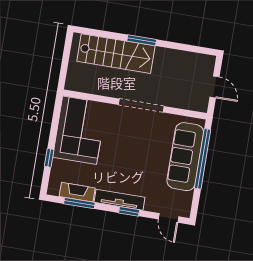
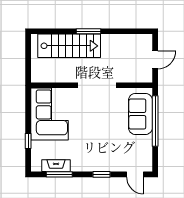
door: (215, 87) -> (155, 60), hinge flipped
sofa: (185, 157) -> (140, 114), width x0.73
tv unit: (119, 200) -> (92, 166), removed

